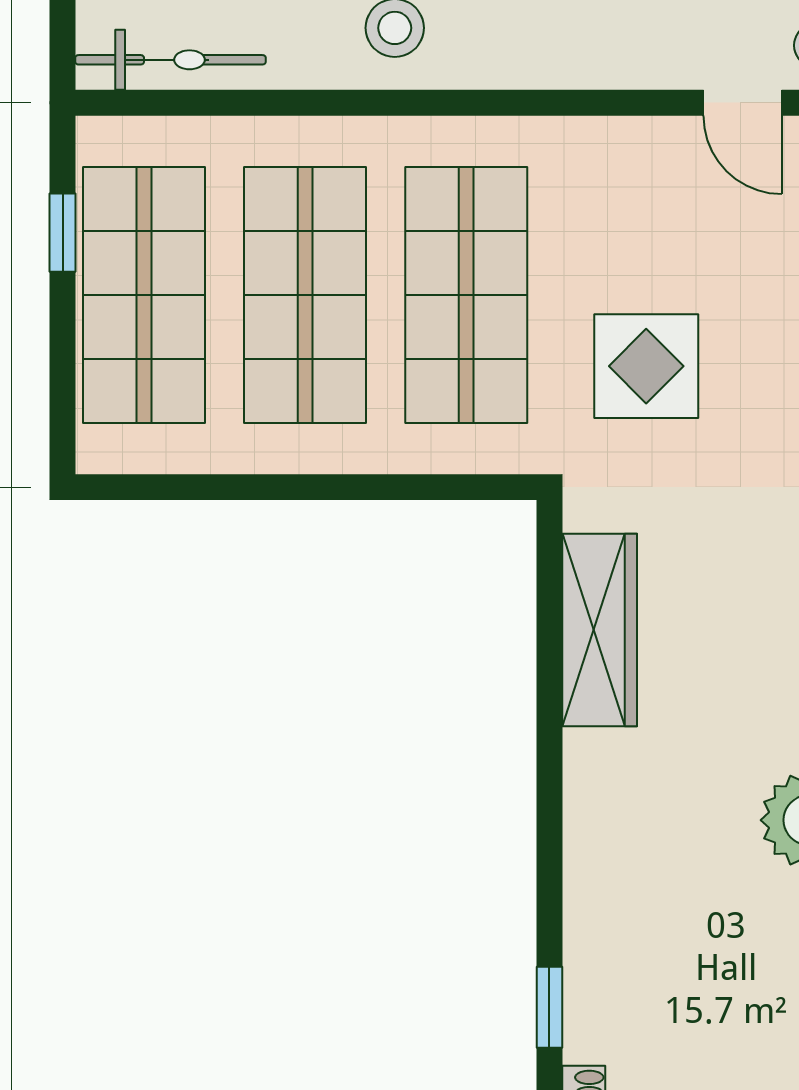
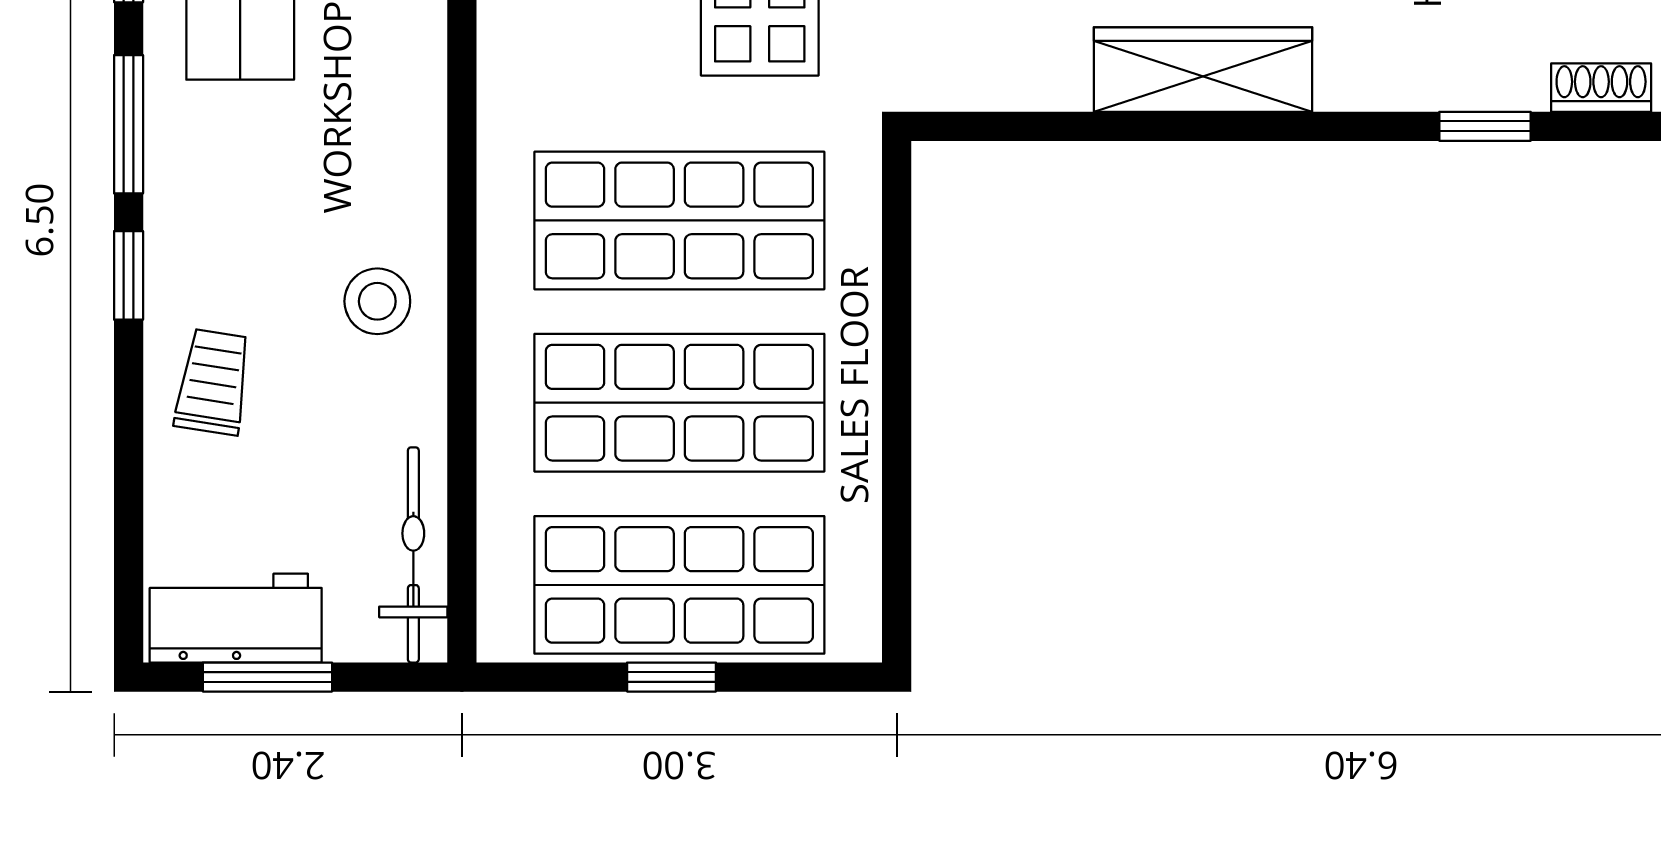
window: (63, 233) -> (672, 677), moved
wardrobe: (600, 630) -> (1203, 70), moved

